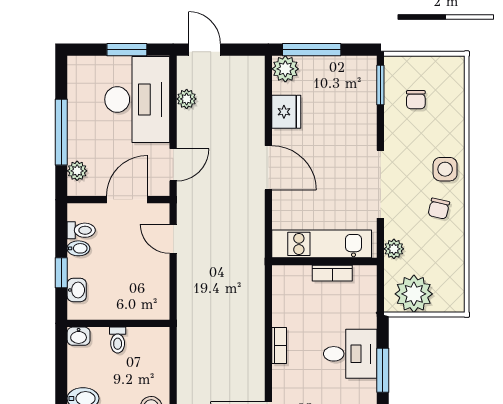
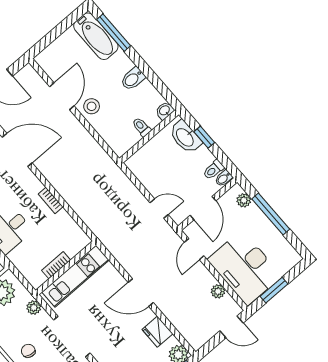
bidet: (78, 248) -> (224, 178), moved
washbasin: (77, 290) -> (185, 137), width x1.91, depth x1.45

